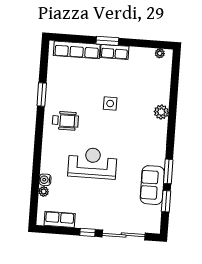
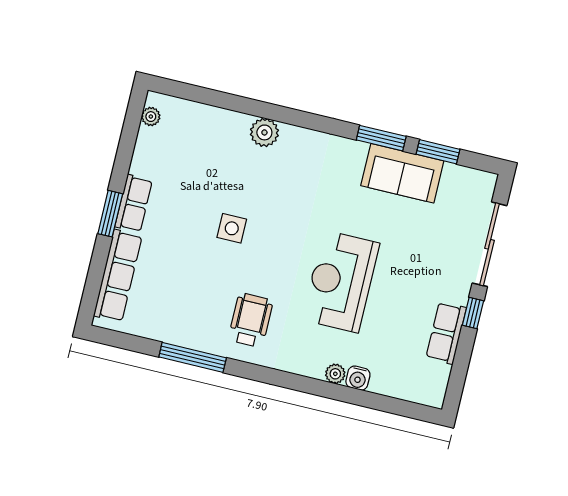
window: (42, 94) -> (193, 357), width x1.44
plant: (44, 191) -> (335, 374), moved
row of seats: (60, 219) -> (446, 333), moved

